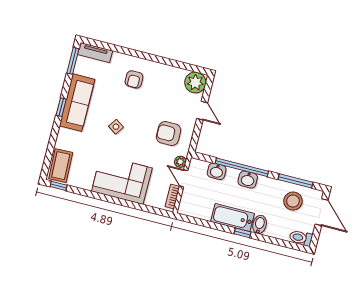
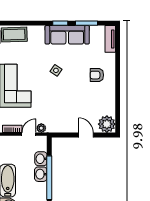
window: (73, 61) -> (86, 23), moved
door: (202, 111) -> (86, 135), swing flipped
armchair: (169, 133) -> (61, 113), removed
washbasin: (248, 180) -> (41, 174), moved

